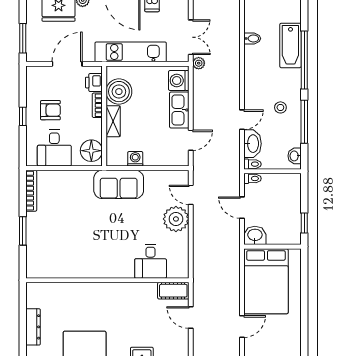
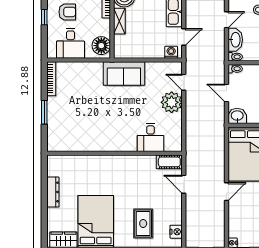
washing machine: (135, 159) -> (171, 52), moved

